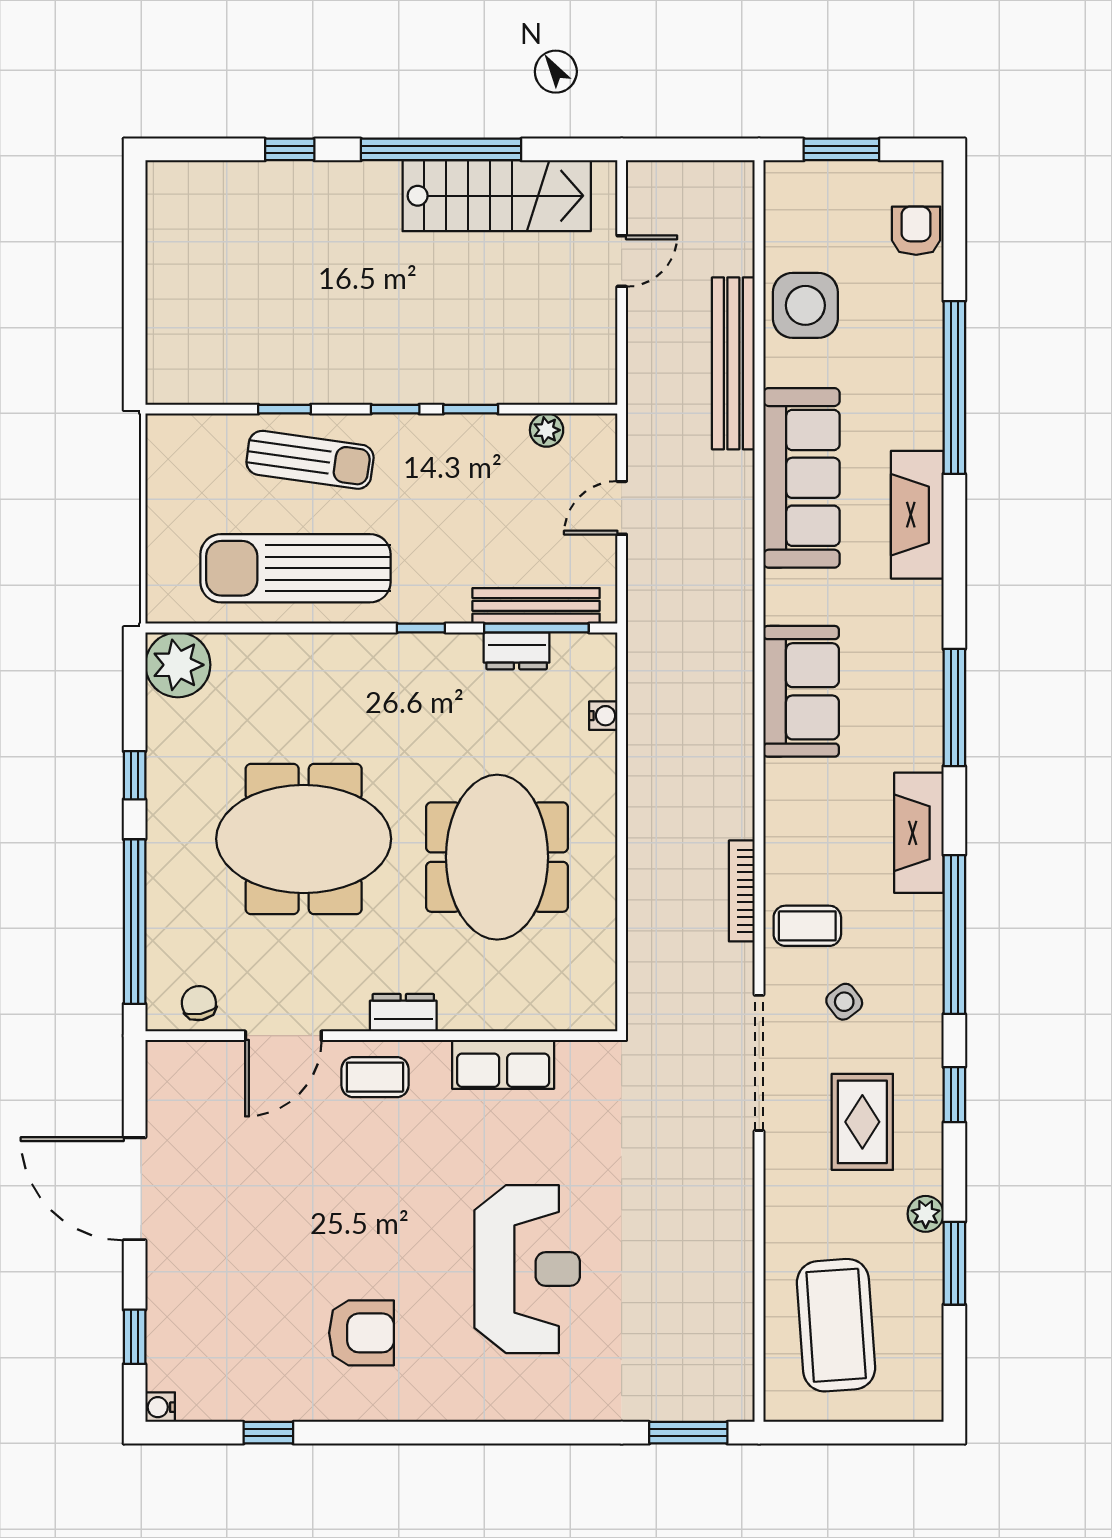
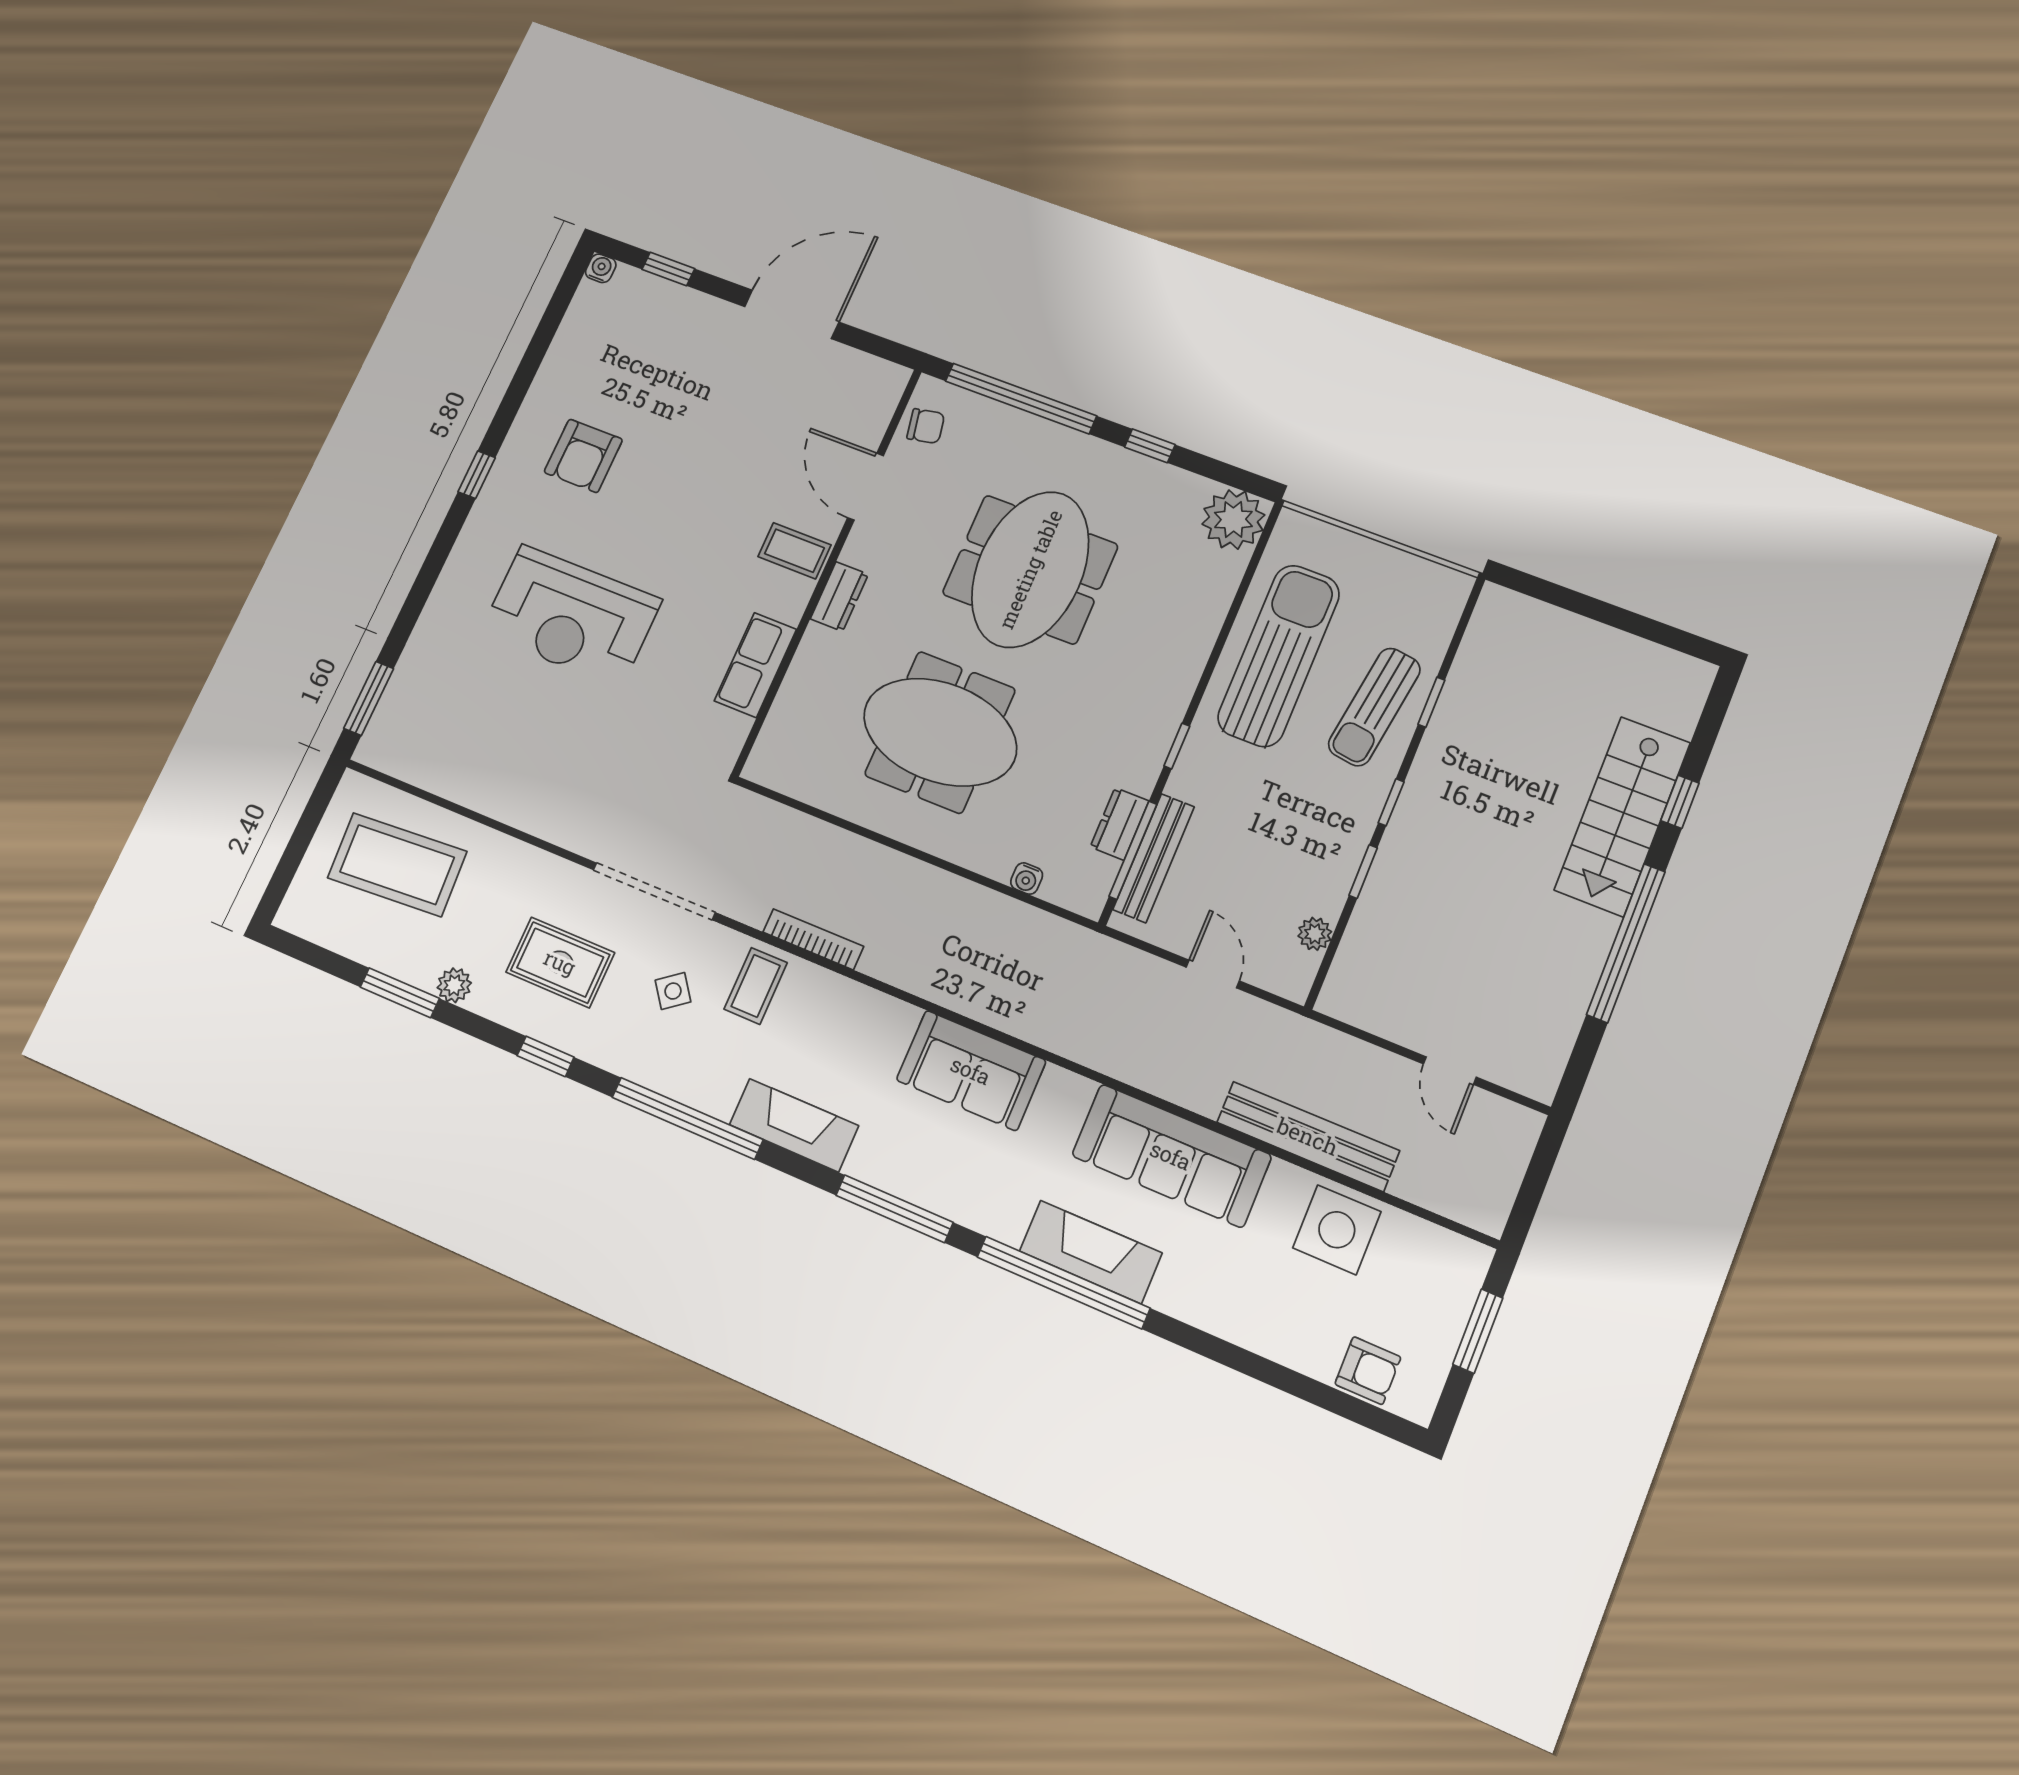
stairs: (497, 196) -> (1622, 816), moved
window: (954, 387) -> (1063, 1282), moved
coffee table: (375, 1077) -> (794, 551), turned 90
window: (268, 1433) -> (477, 475), moved

